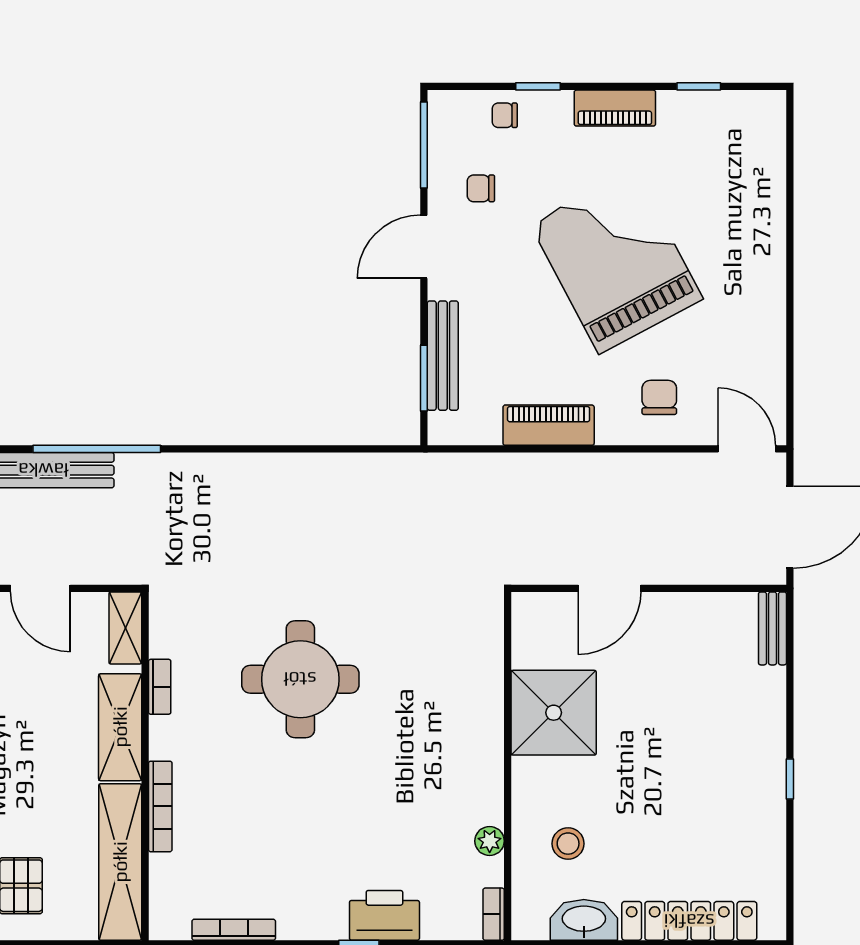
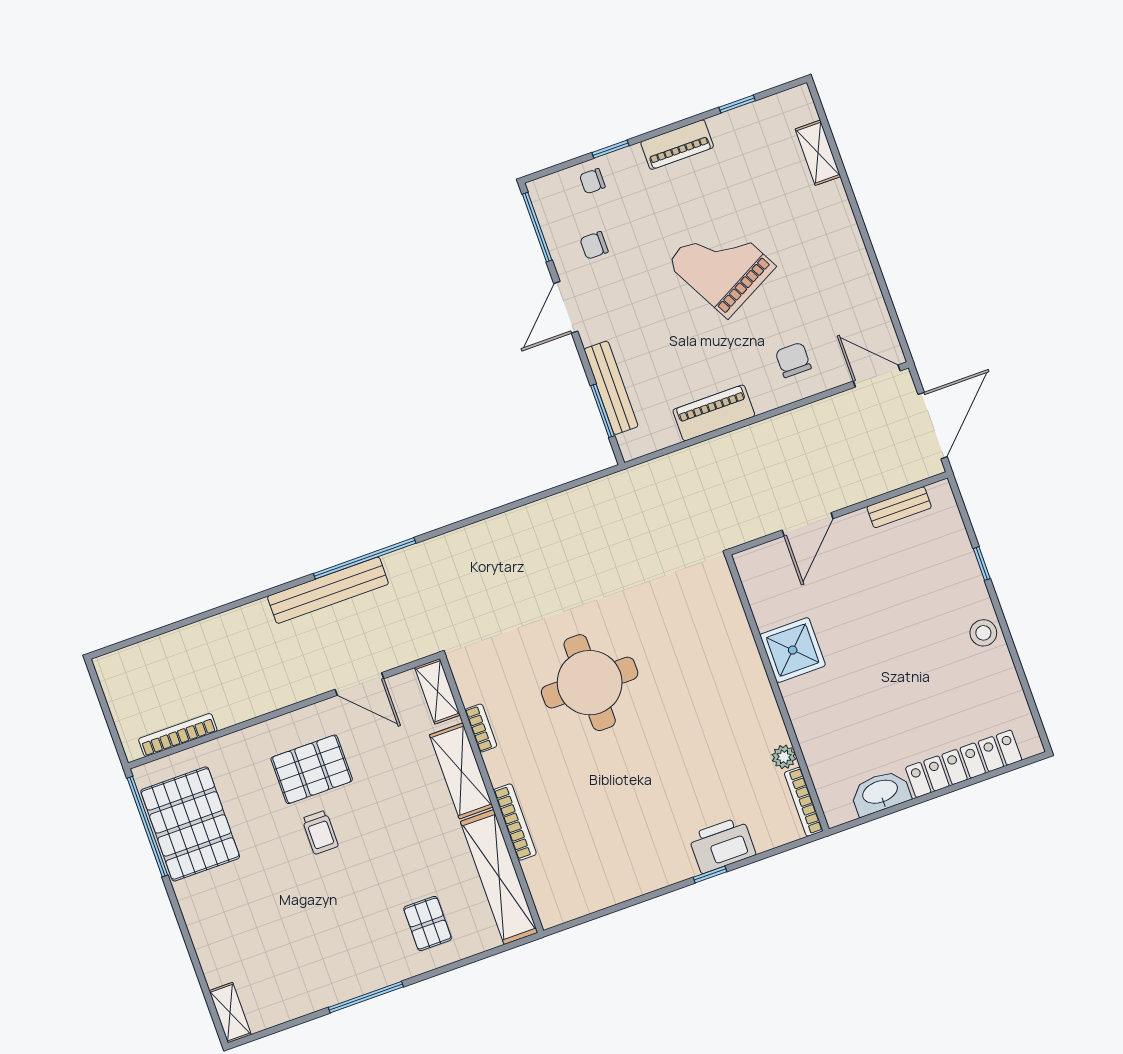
shelving: (770, 174) -> (818, 153), added
grand piano: (616, 261) -> (721, 265), width x0.73, depth x0.68
bench: (772, 628) -> (899, 507), moved, turned 90
shower: (554, 713) -> (793, 650), width x0.73, depth x0.73
window: (790, 779) -> (982, 564), moved
stool: (568, 844) -> (983, 633), moved
bookcase: (494, 914) -> (804, 802), width x1.56
bookcase: (234, 930) -> (607, 899), removed

